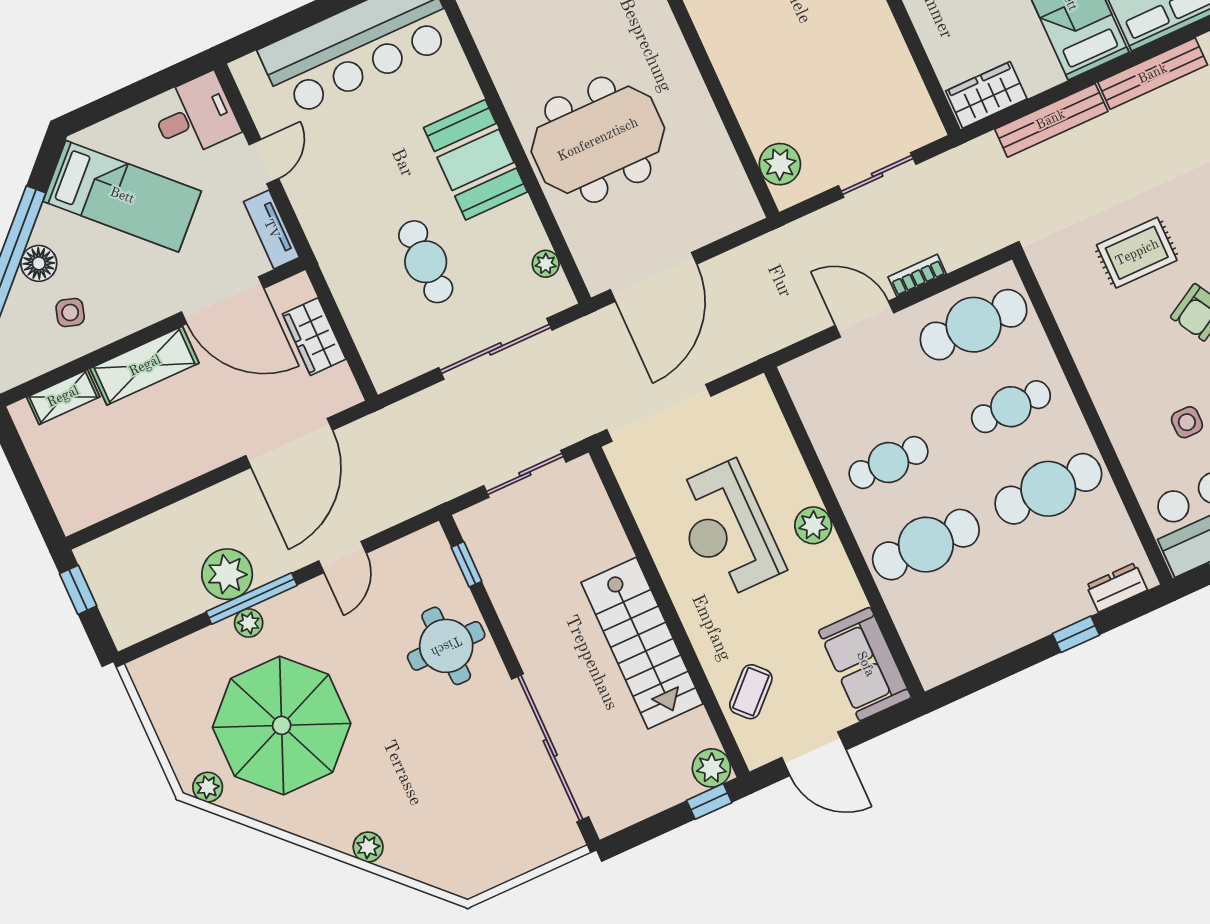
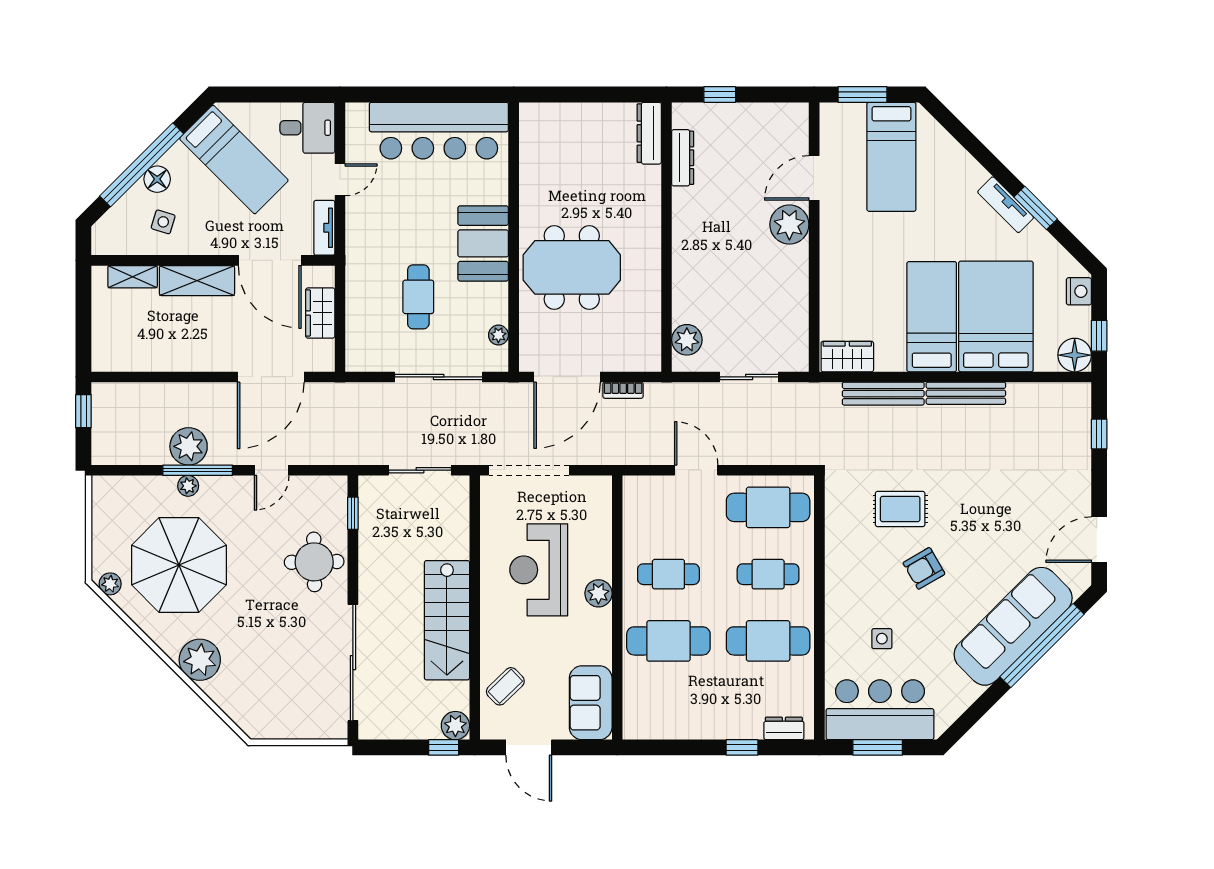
bookcase: (917, 275) -> (623, 390), moved, turned 180
plant: (368, 847) -> (200, 660), width x1.88, depth x1.88

